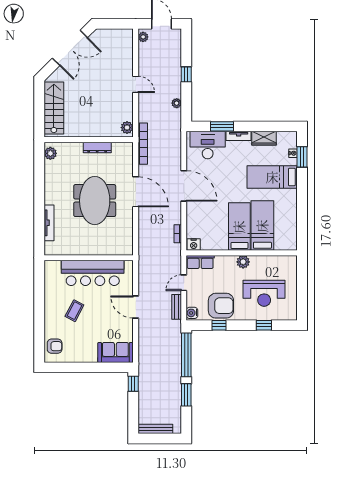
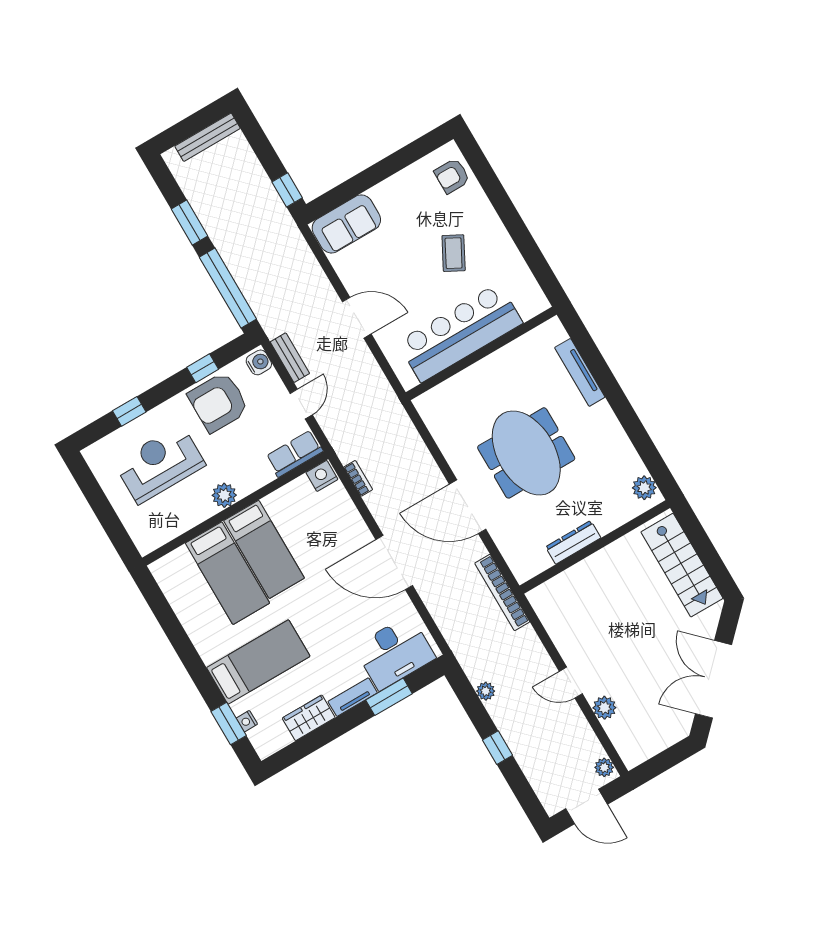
plant: (127, 128) -> (604, 708), moved

